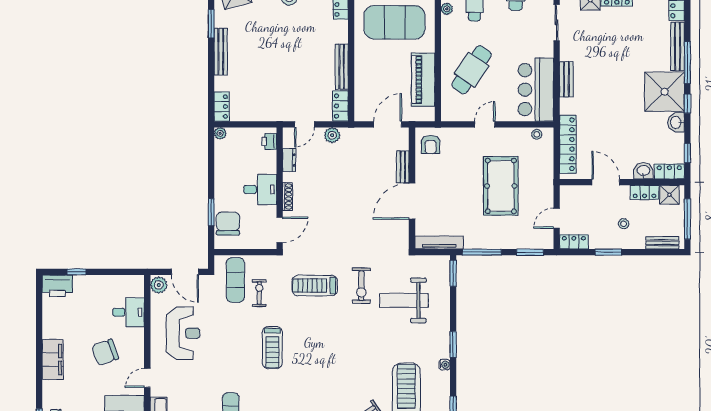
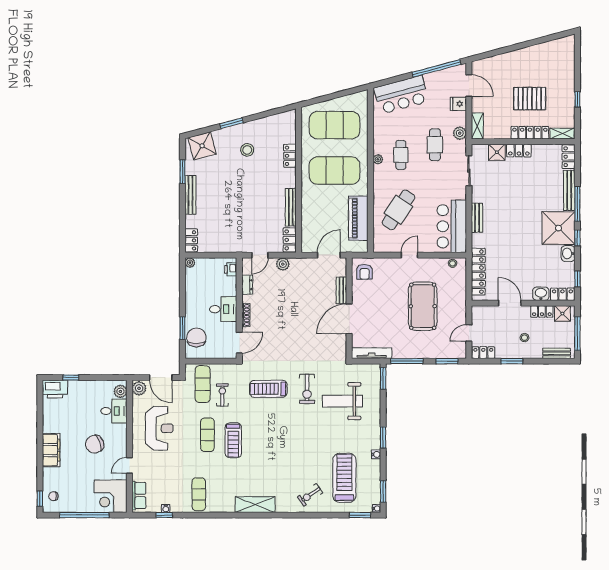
plant: (136, 289) -> (120, 391), added
exercise mat: (241, 341) -> (207, 435), added

